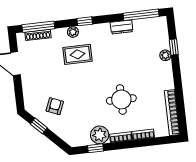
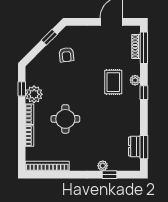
window: (141, 15) -> (144, 147), width x0.69
dresser: (122, 27) -> (134, 146), moved
armchair: (55, 106) -> (66, 55), turned 61

